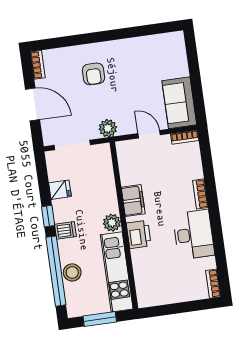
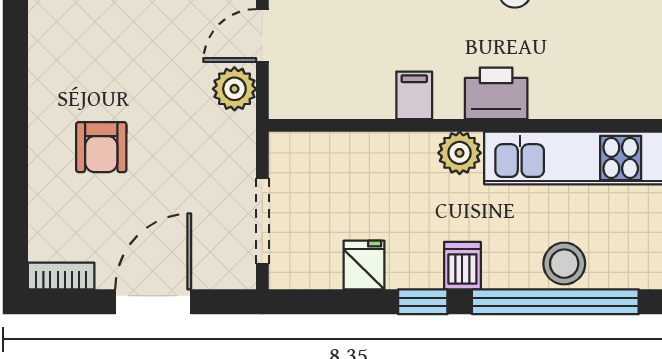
armchair: (93, 74) -> (101, 147), turned 90
plant: (108, 128) -> (234, 89), moved
filing cabinet: (133, 201) -> (414, 95), width x0.50

